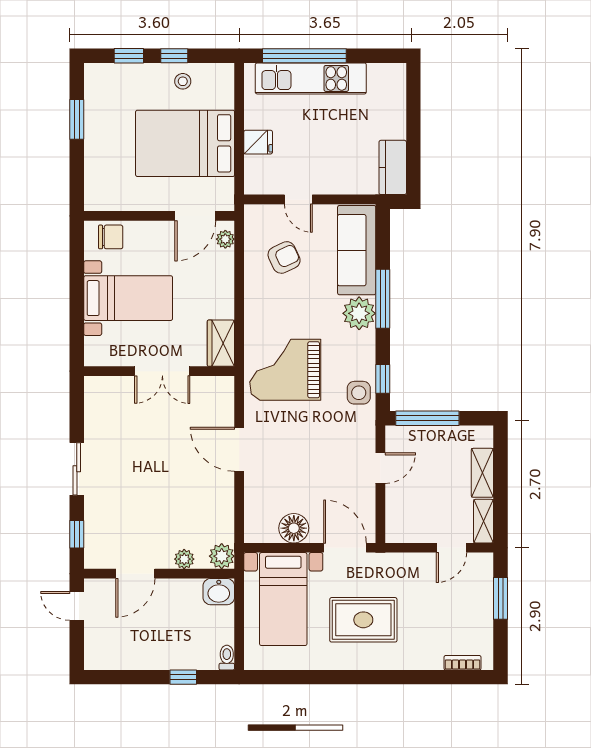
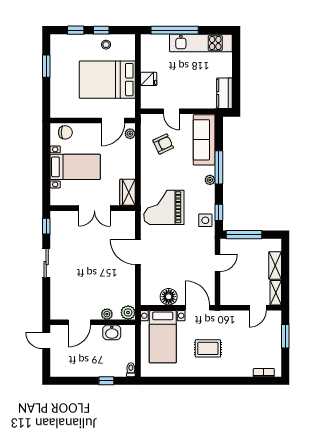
kitchen unit: (311, 78) -> (201, 43), moved
plant: (359, 313) -> (210, 180), width x0.53, depth x0.53
window: (77, 534) -> (46, 226), moved
washbasin: (219, 592) -> (112, 332), moved
rug: (363, 620) -> (208, 348), width x0.73, depth x0.70

